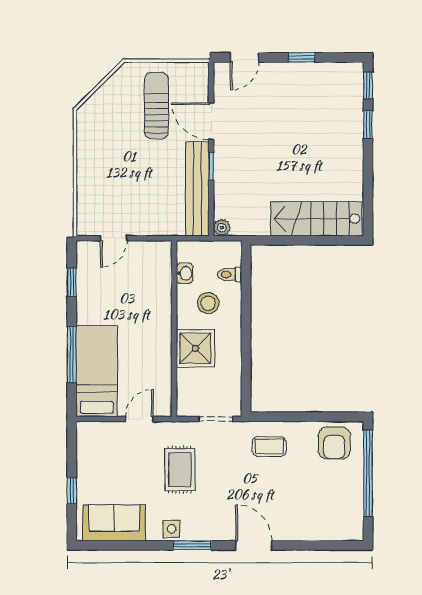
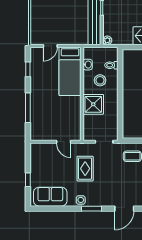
bed: (97, 371) -> (70, 71), moved, turned 180
door: (139, 419) -> (64, 142), swing flipped
door: (254, 545) -> (124, 209), swing flipped

